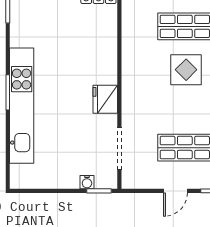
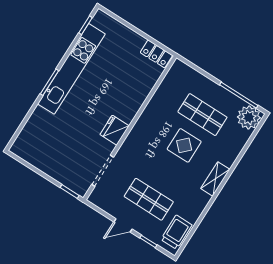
kitchen unit: (22, 106) -> (71, 69), moved
water cooler: (87, 182) -> (65, 180), removed

